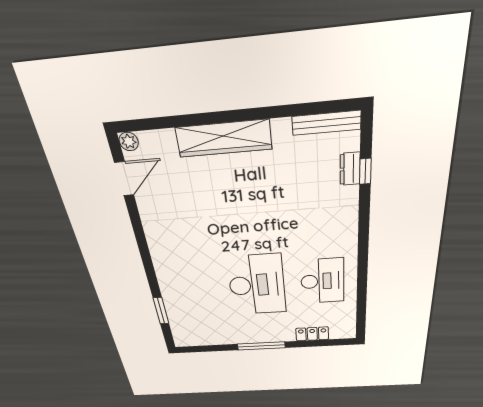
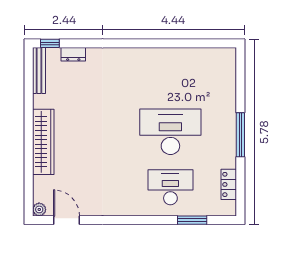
window: (365, 171) -> (50, 43), moved
desk: (322, 281) -> (170, 187), moved
locker: (312, 334) -> (229, 184), moved

